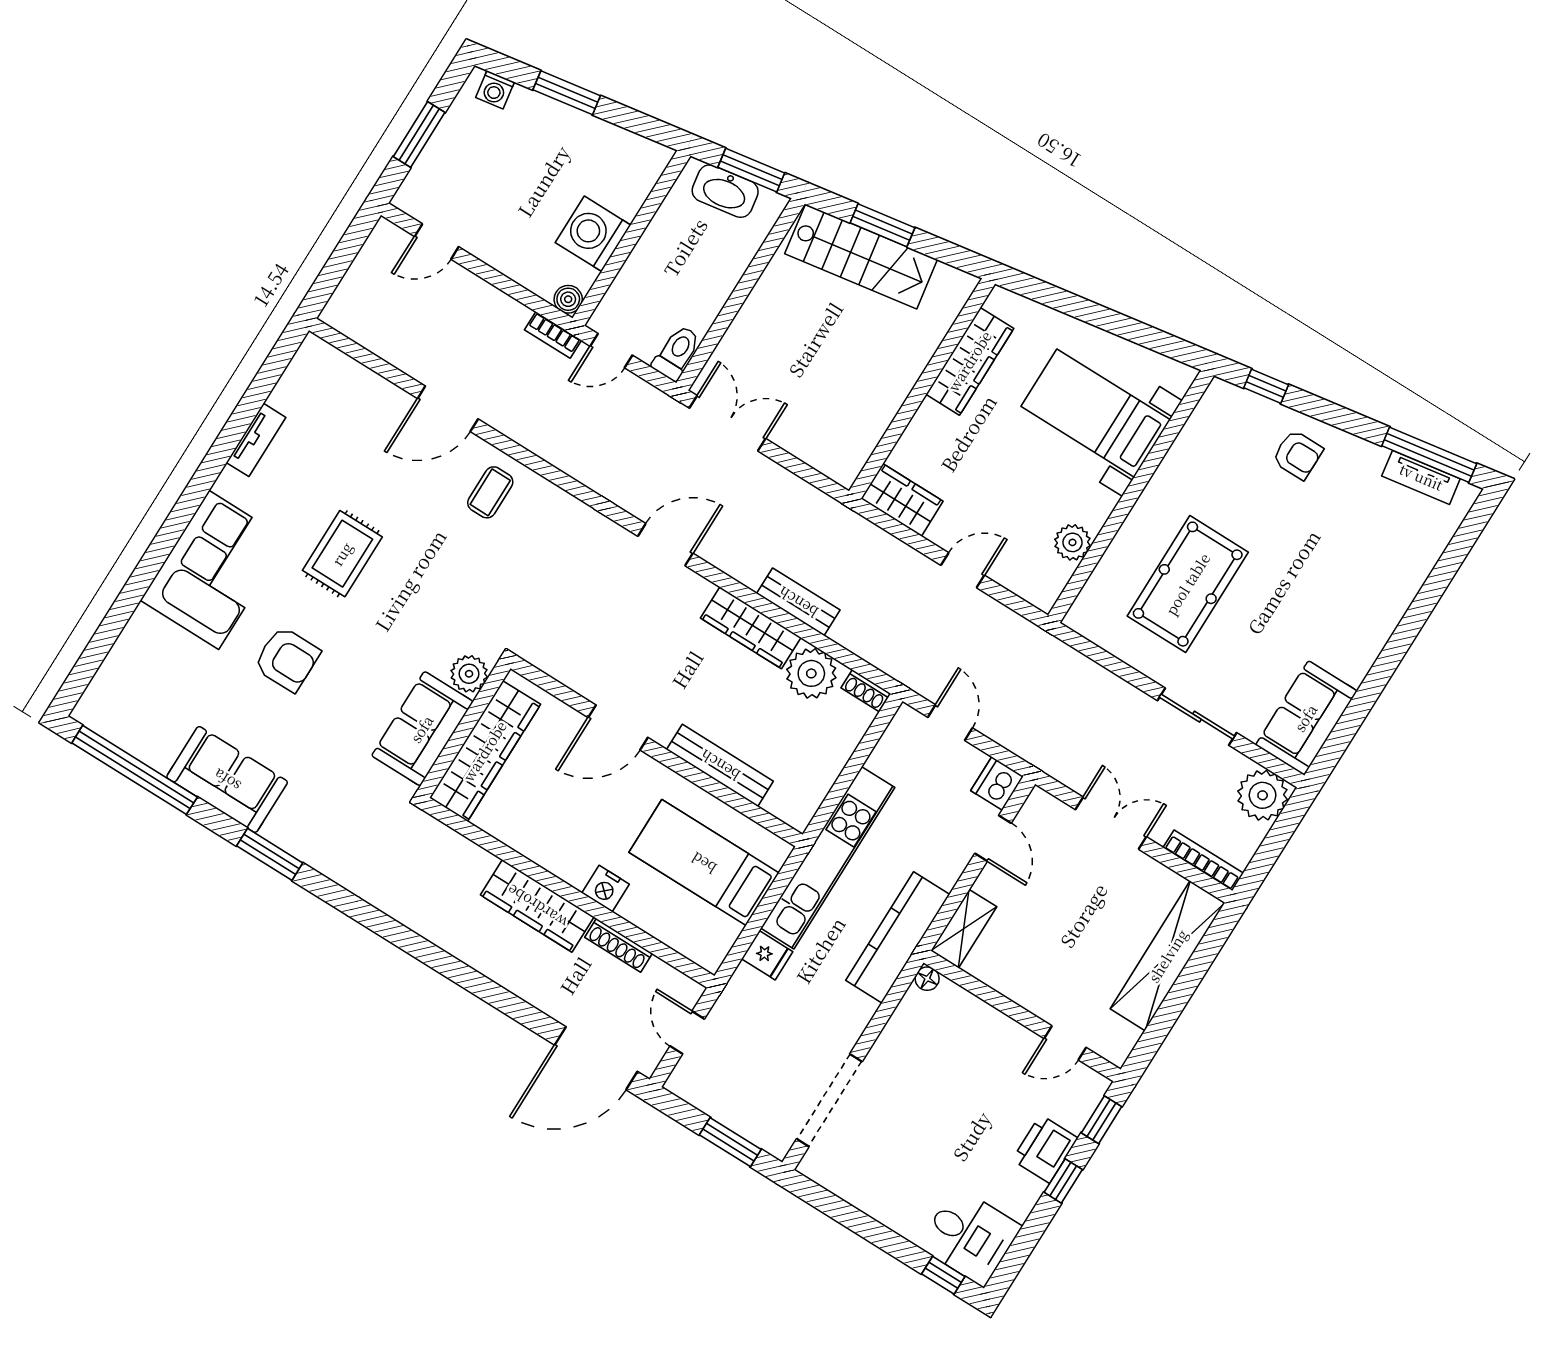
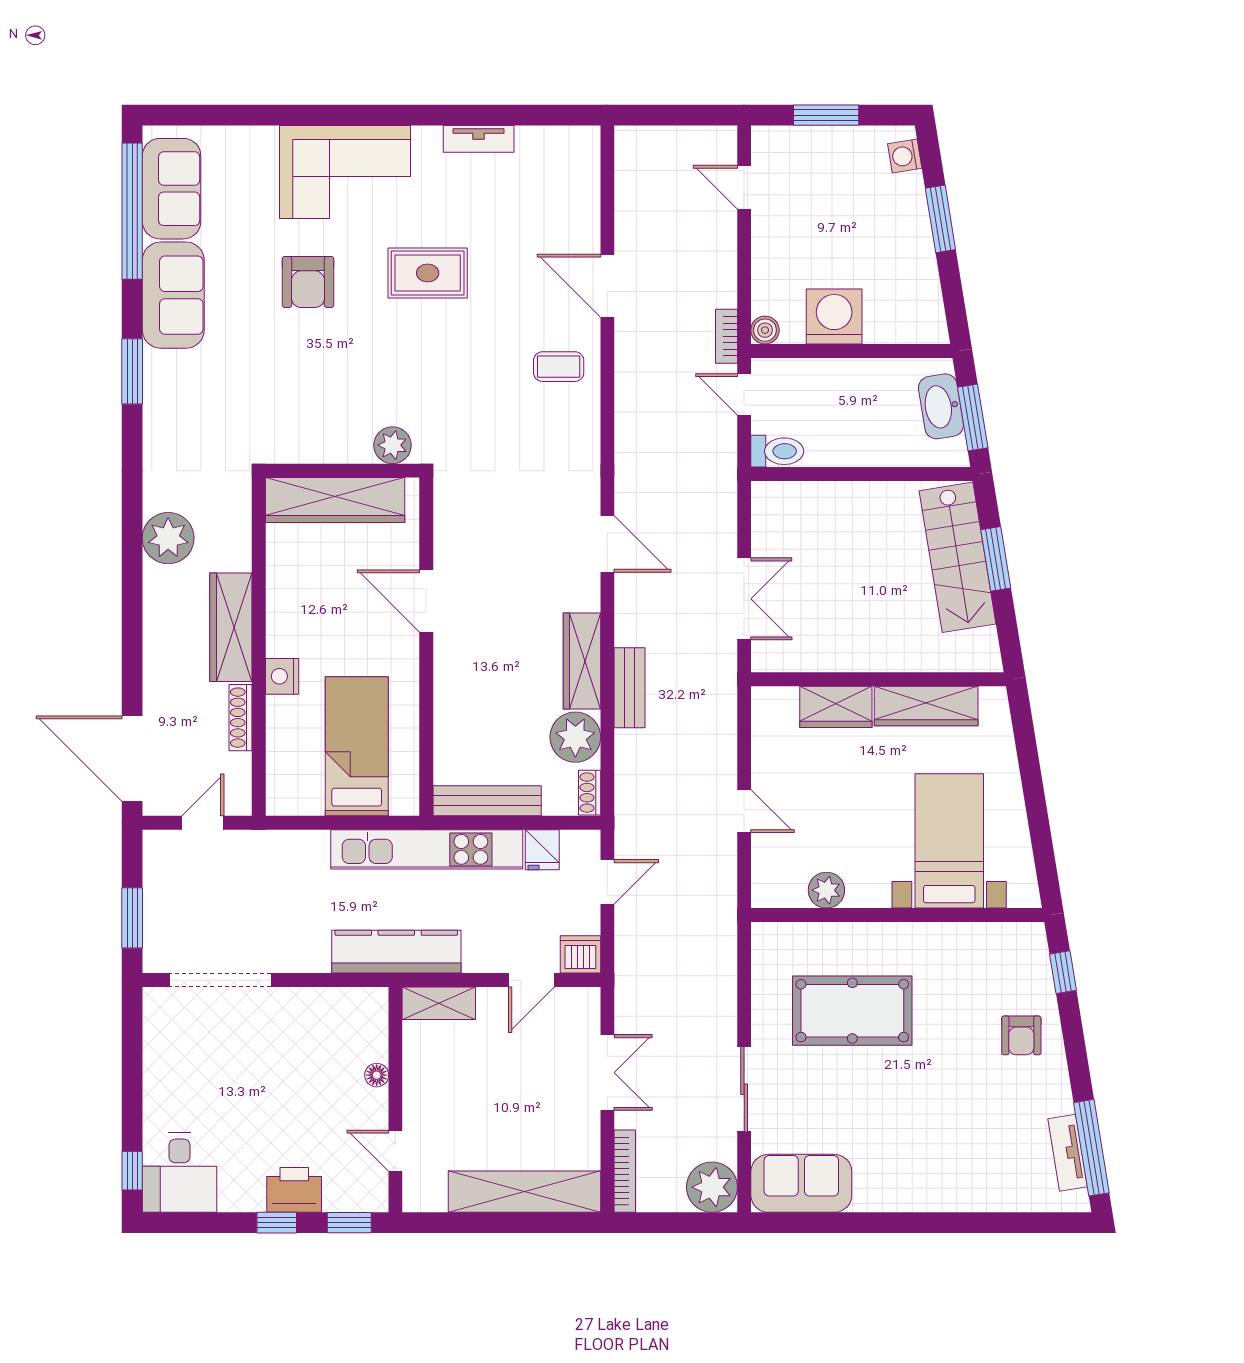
double door: (728, 423) -> (744, 599), moved
wardrobe: (902, 500) -> (836, 707), moved, turned 90
sofa: (422, 729) -> (172, 189), moved, turned 90
bench: (720, 765) -> (487, 801), moved, turned 90
plant: (429, 912) -> (168, 538), added
fridge: (767, 955) -> (542, 850), moved
floor lamp: (927, 979) -> (377, 1075), moved

